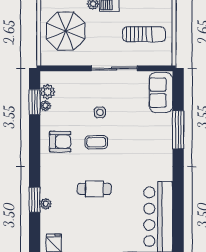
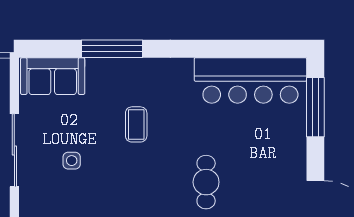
side table: (100, 112) -> (72, 161), moved
coffee table: (96, 142) -> (136, 124), moved

